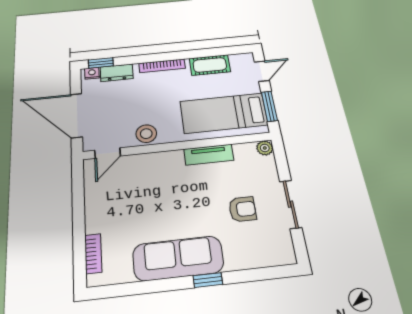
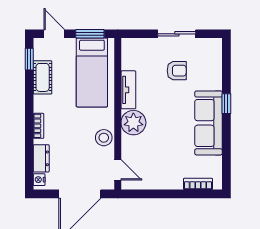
window: (101, 63) -> (29, 59), moved
bookcase: (162, 66) -> (39, 126), width x0.64
plant: (265, 148) -> (133, 123), moved, width x1.87, depth x1.87
armchair: (242, 209) -> (177, 71), turned 90

